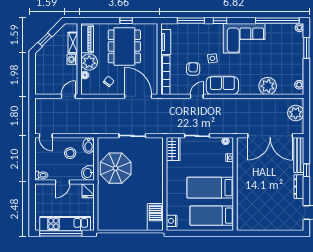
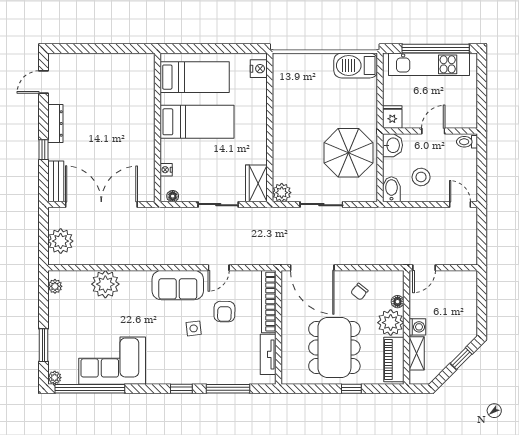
window: (126, 21) -> (351, 389), moved
corner sofa: (244, 38) -> (112, 361), moved
plant: (157, 143) -> (282, 193), added
bench: (299, 155) -> (56, 181), width x0.73
barbecue: (155, 217) -> (356, 65), moved, turned 90

